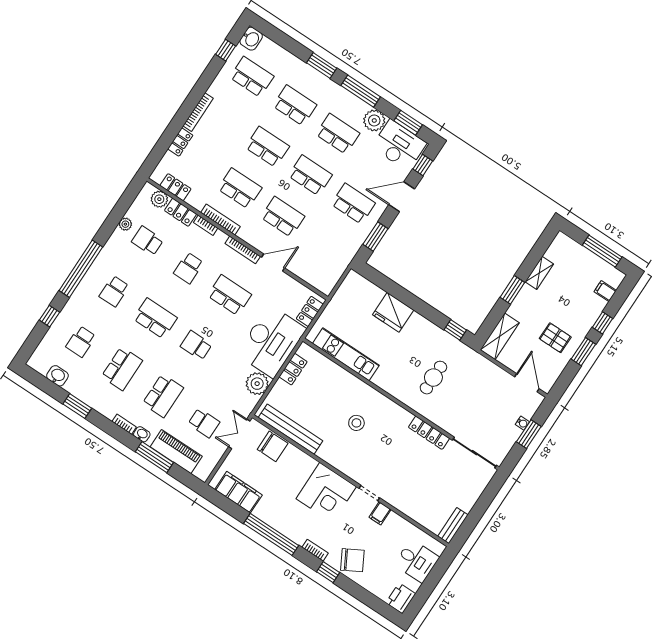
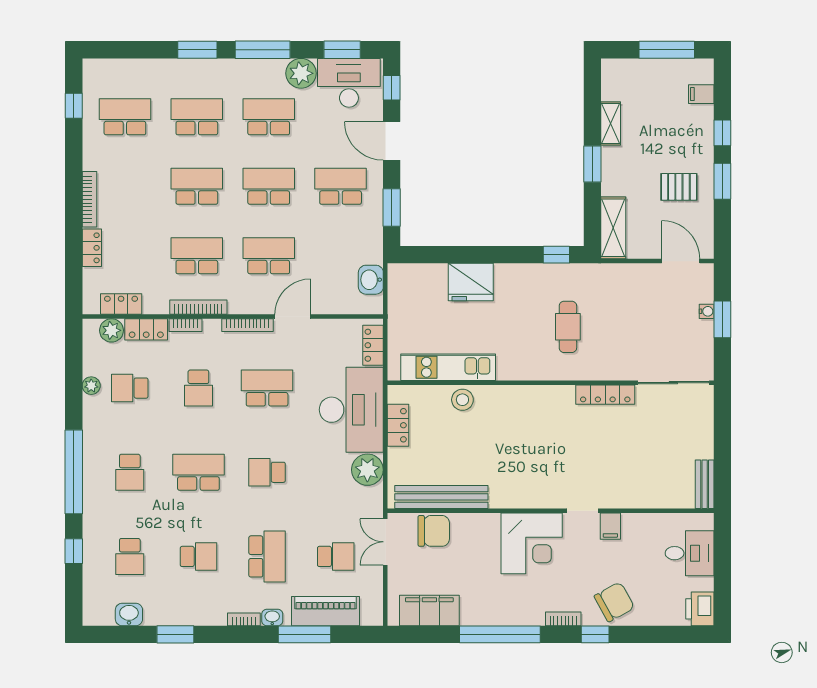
washbasin: (251, 39) -> (371, 280), moved, turned 180
door: (402, 197) -> (392, 141), hinge flipped
school desk: (122, 369) -> (198, 556), width x0.54
stool: (356, 423) -> (462, 400), moved

